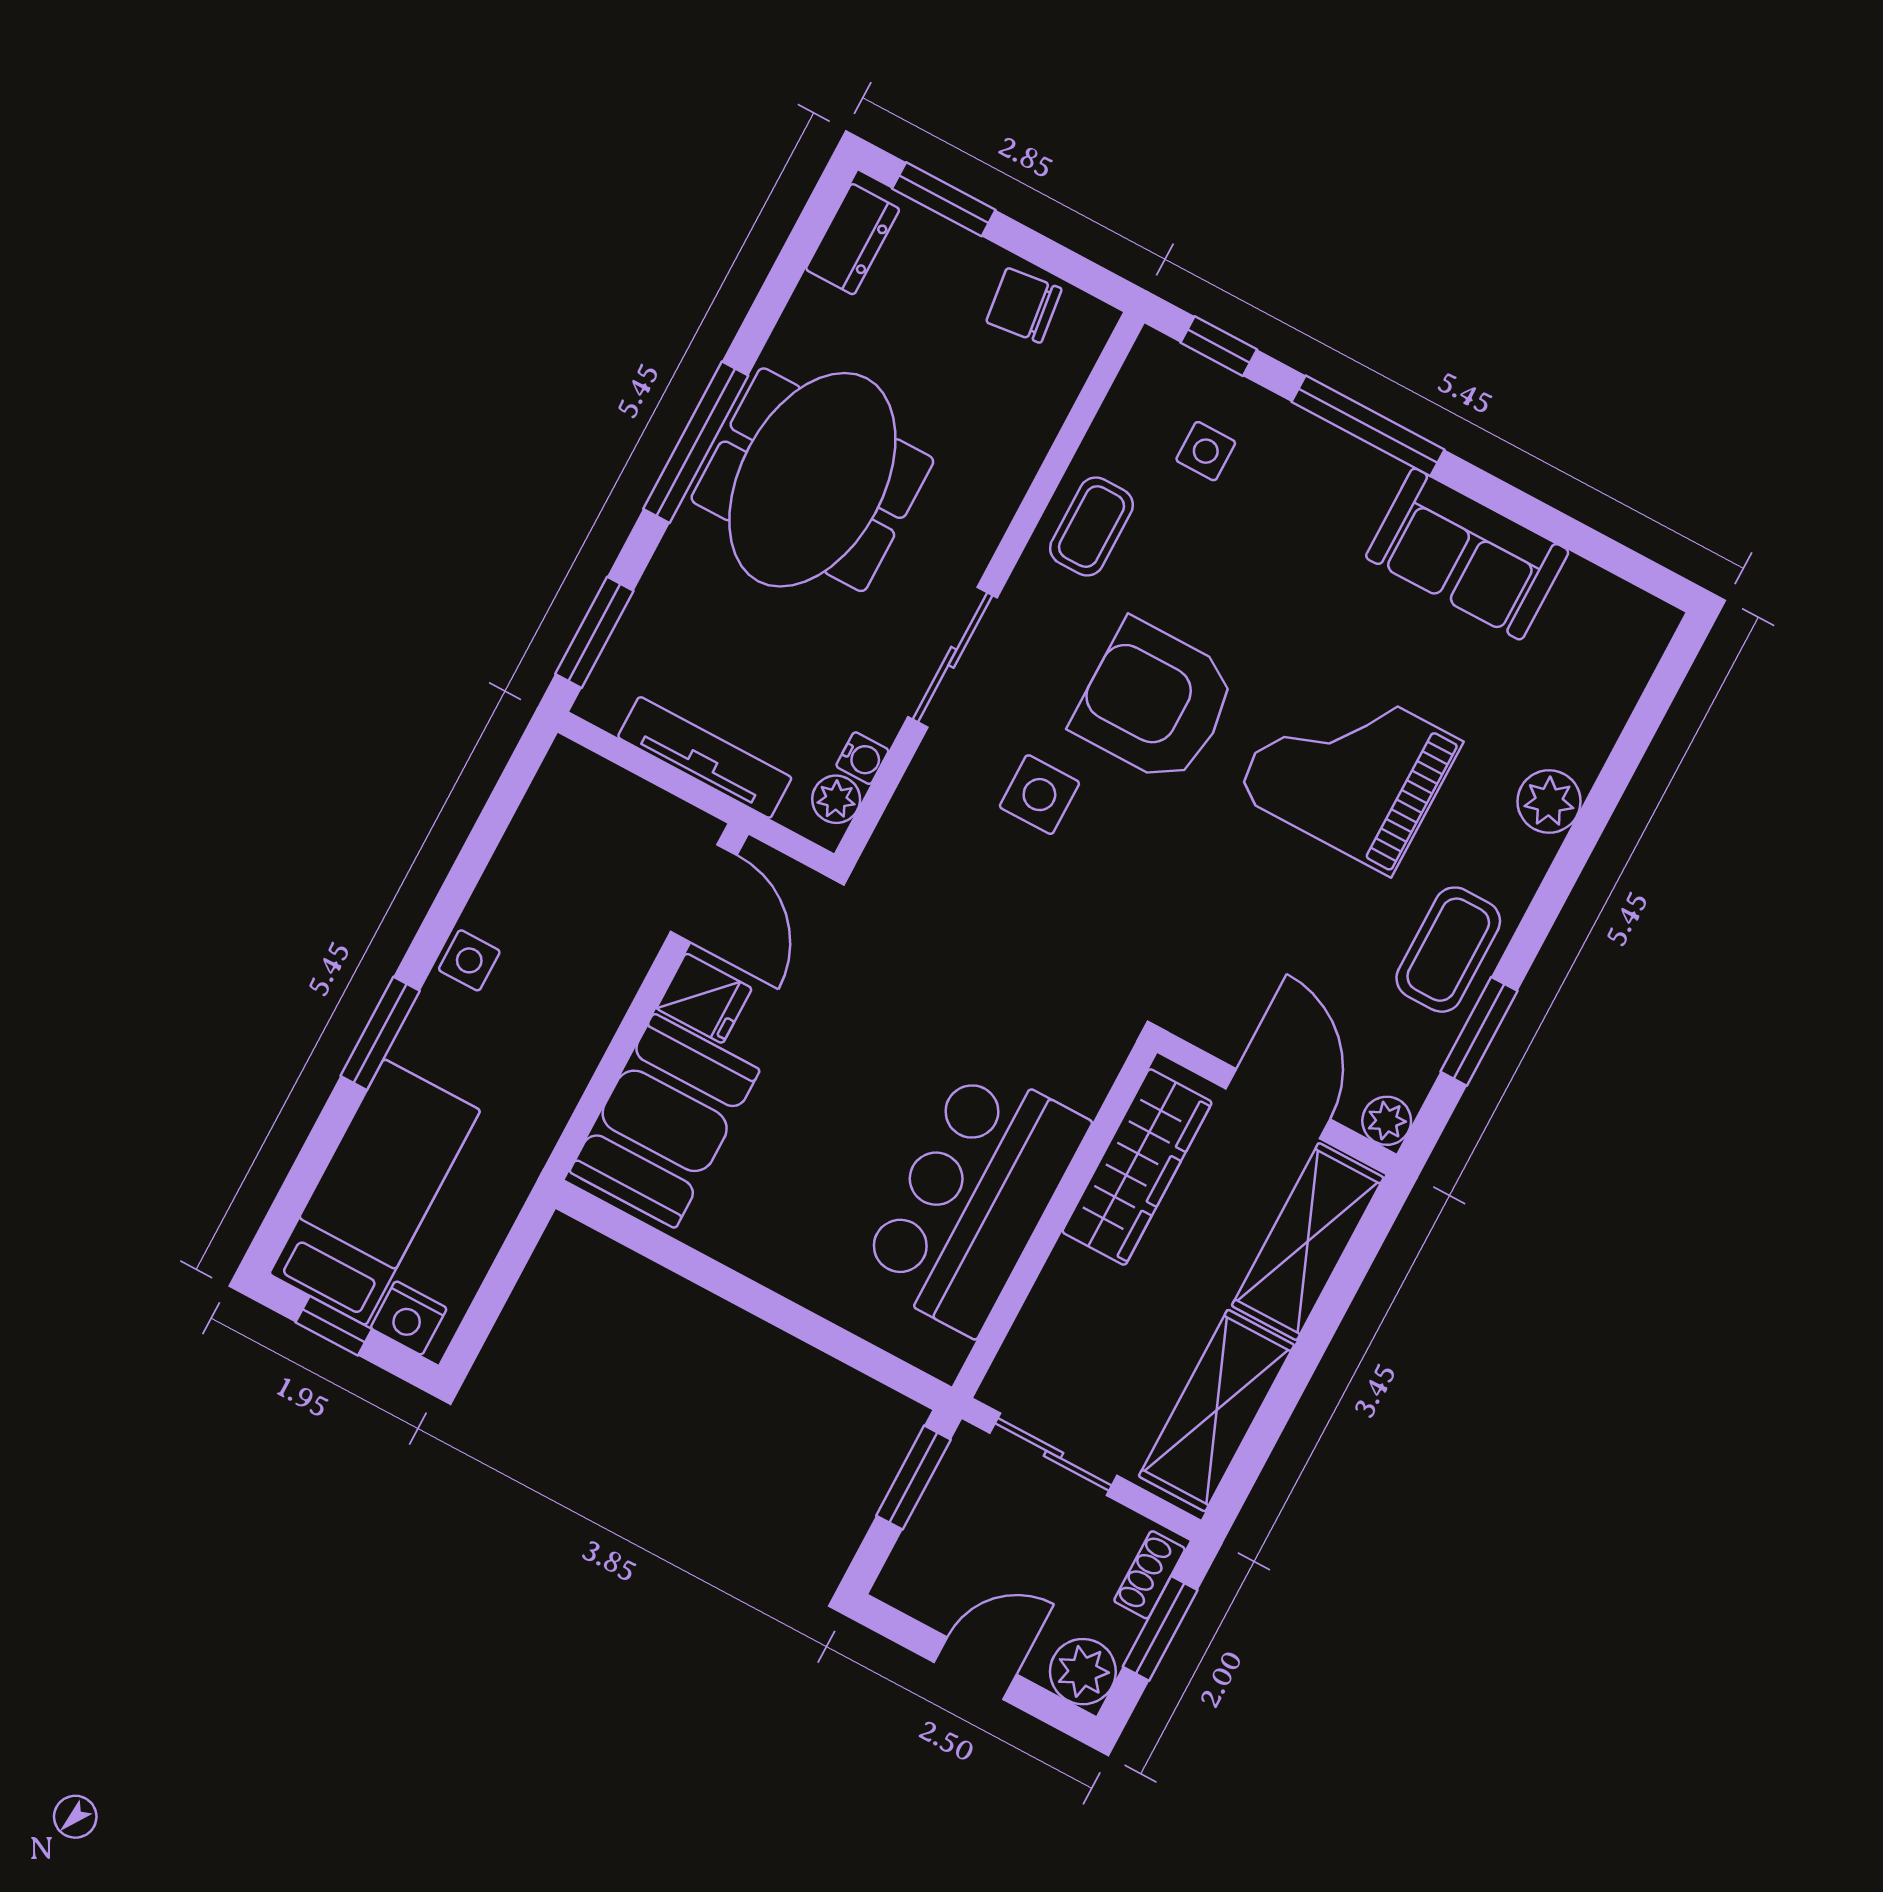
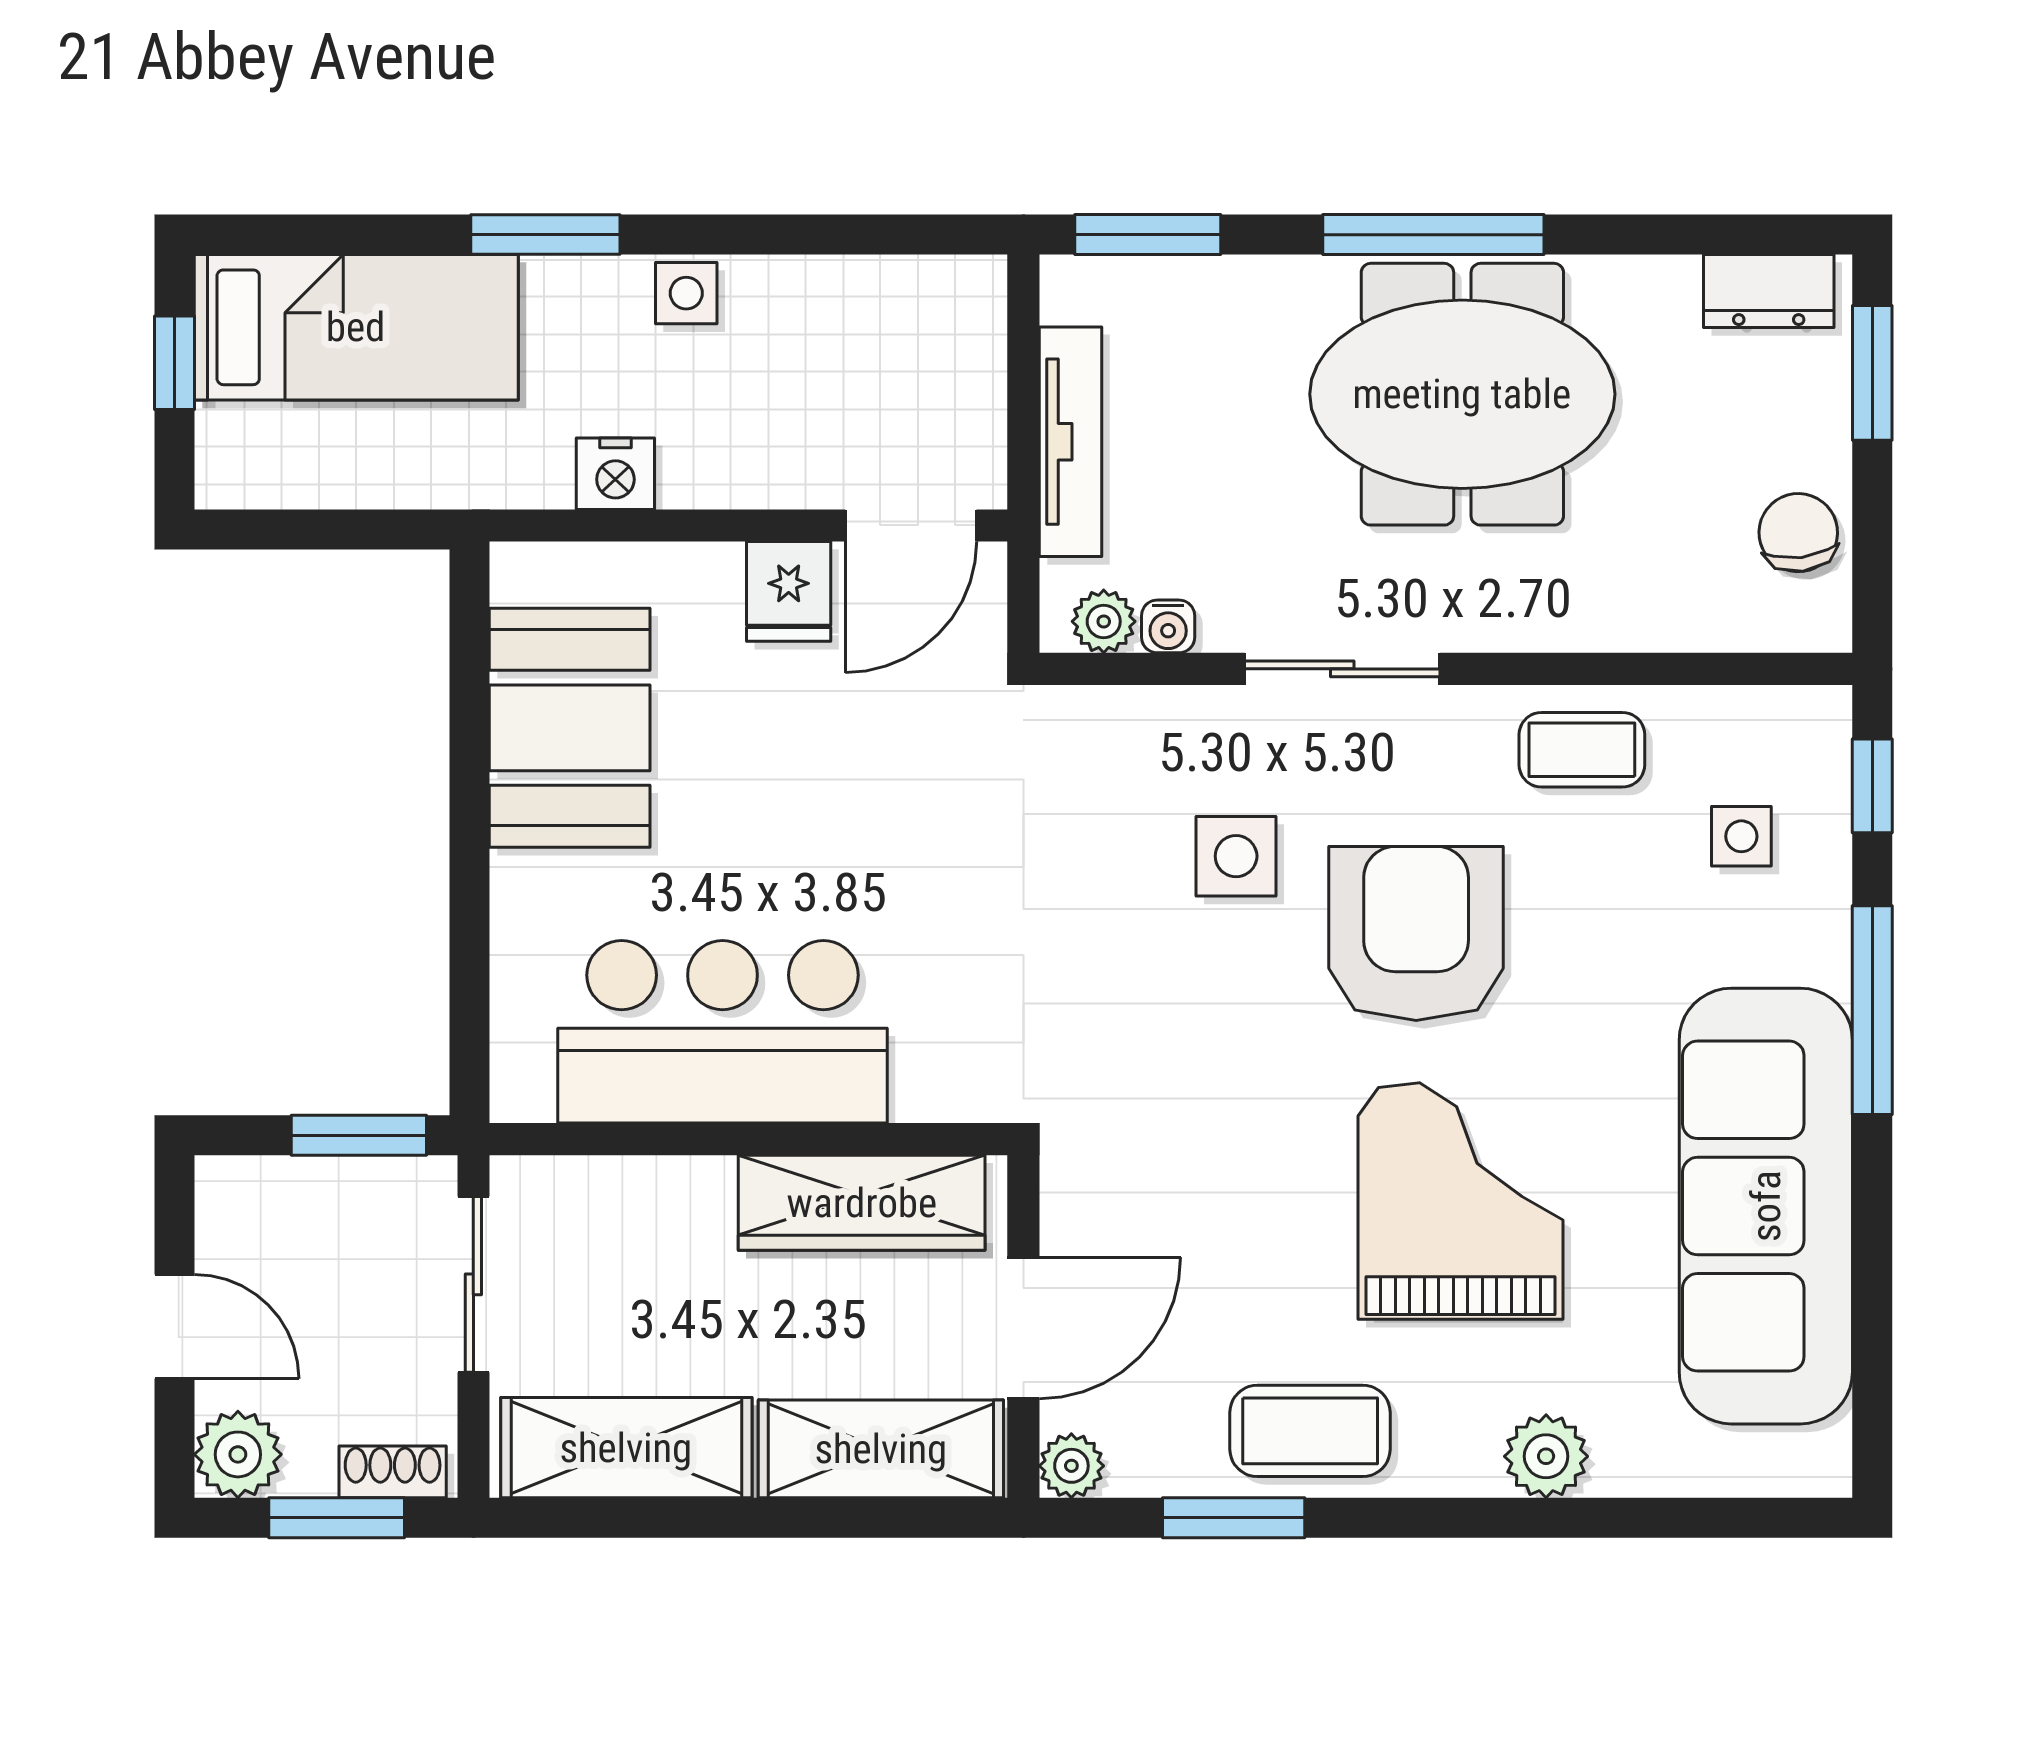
sofa: (1467, 554) -> (1766, 1206), width x1.85, depth x1.27
booth: (665, 1121) -> (570, 728), moved, turned 90
nightstand: (409, 1318) -> (615, 474), moved, turned -90

